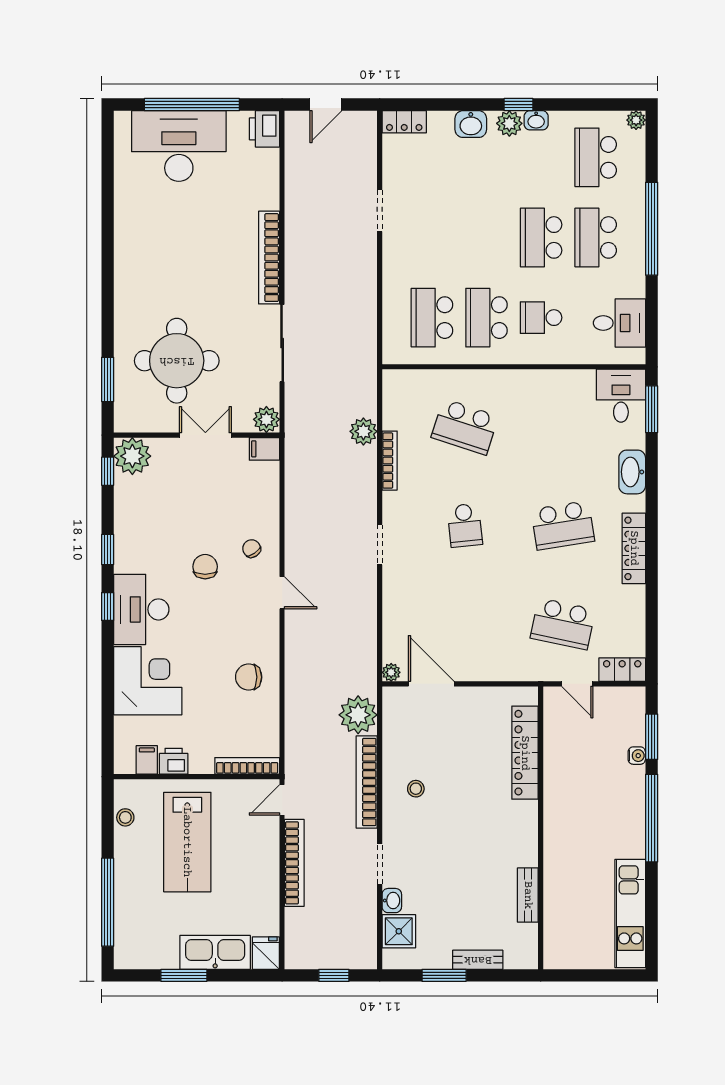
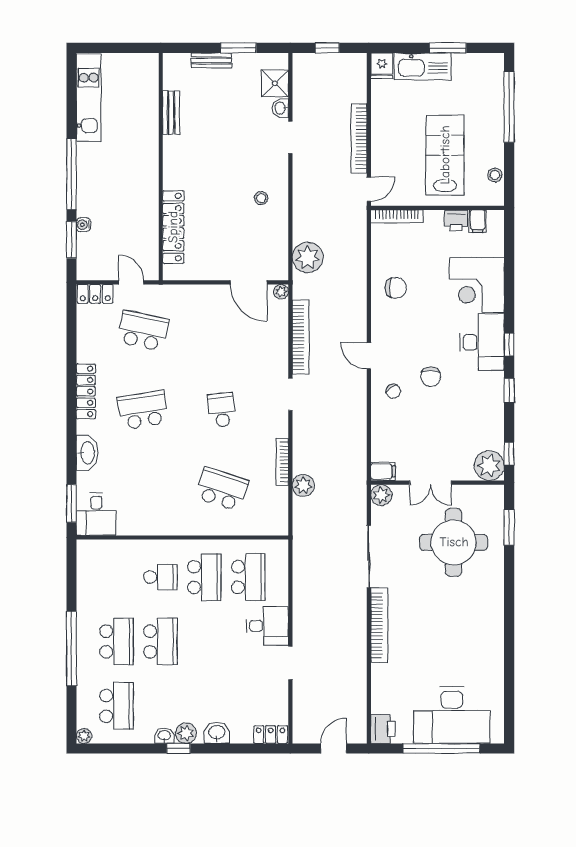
desk: (619, 323) -> (267, 626), moved, turned 180
bookcase: (367, 782) -> (301, 337), moved

